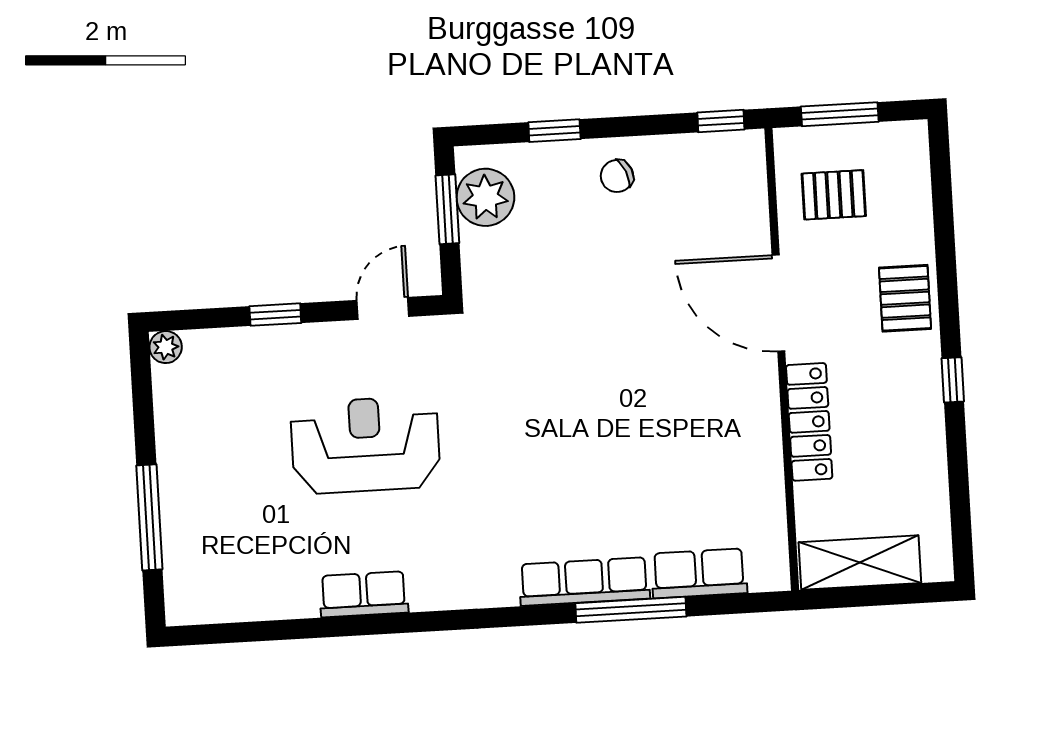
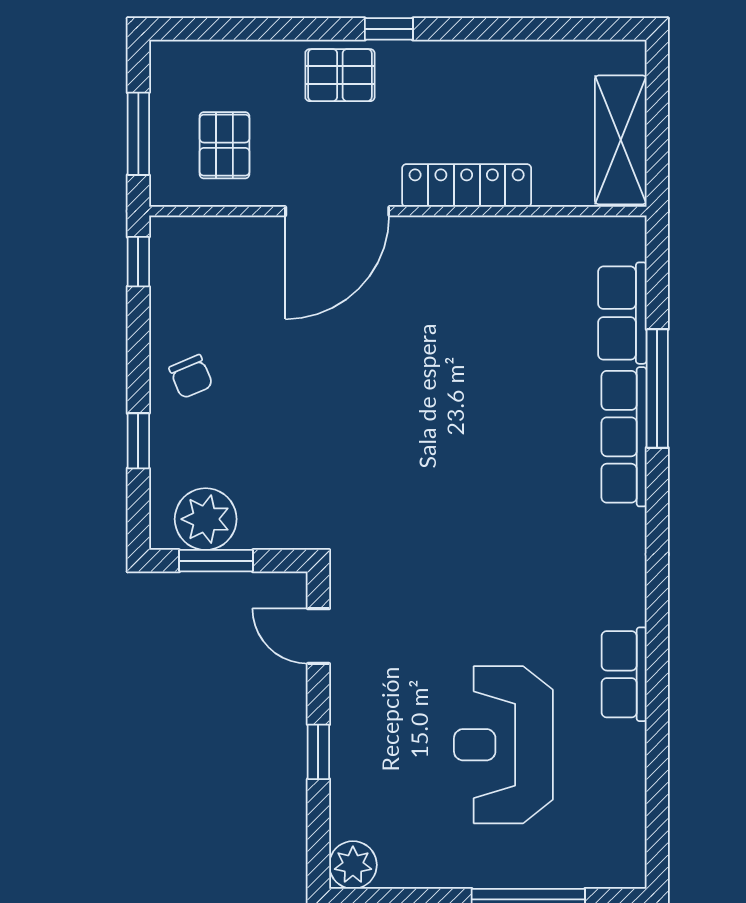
plant: (166, 347) -> (353, 865), width x1.38, depth x1.38
window: (953, 380) -> (389, 29), moved
reception desk: (365, 445) -> (503, 745), moved

